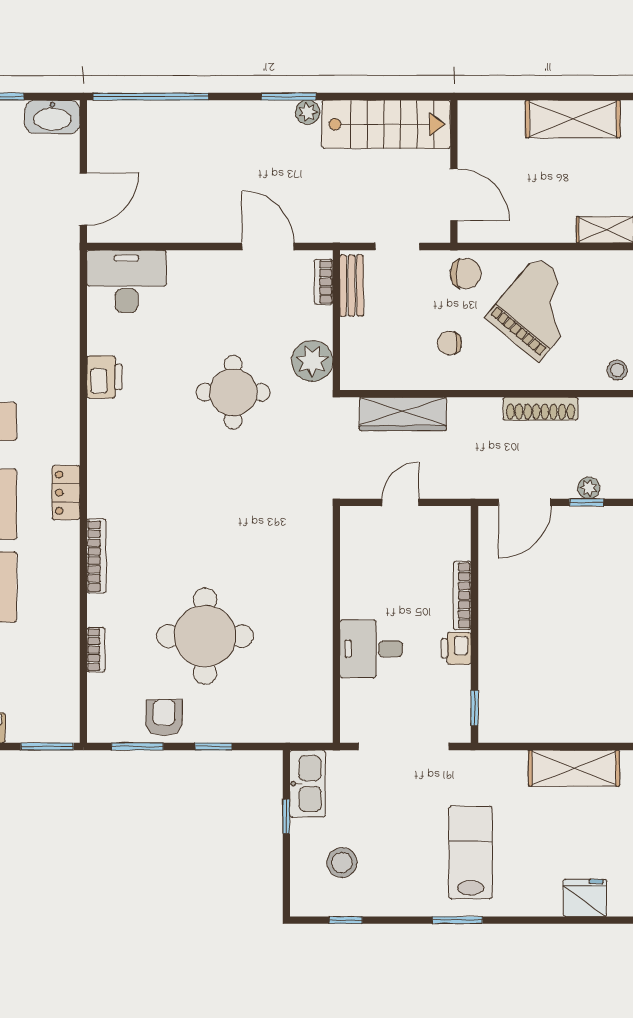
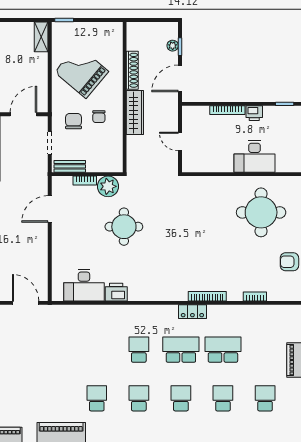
chair: (466, 274) -> (74, 121), moved
desk: (127, 281) -> (84, 285), moved, turned -90
bookcase: (324, 282) -> (85, 181), moved
stool: (617, 370) -> (113, 31), removed
wardrobe: (403, 414) -> (135, 113), moved
locker: (66, 493) -> (192, 312), moved
door: (525, 502) -> (180, 78), swing flipped
round table: (205, 636) -> (261, 212), moved
desk: (371, 649) -> (254, 156), width x1.37

